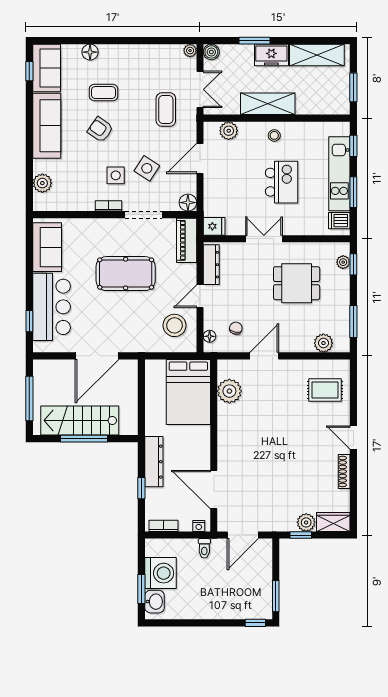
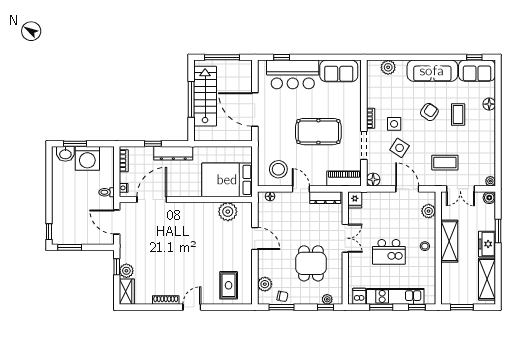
pool table: (126, 274) -> (318, 132), turned 90
chair: (236, 328) -> (282, 296), moved

